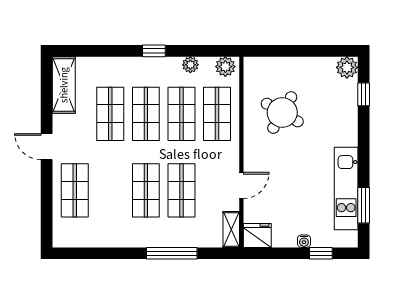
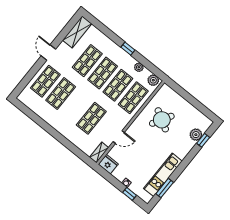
plant: (347, 67) -> (196, 135), moved
shop shelf: (146, 190) -> (61, 94), moved
window: (172, 253) -> (65, 142), removed

